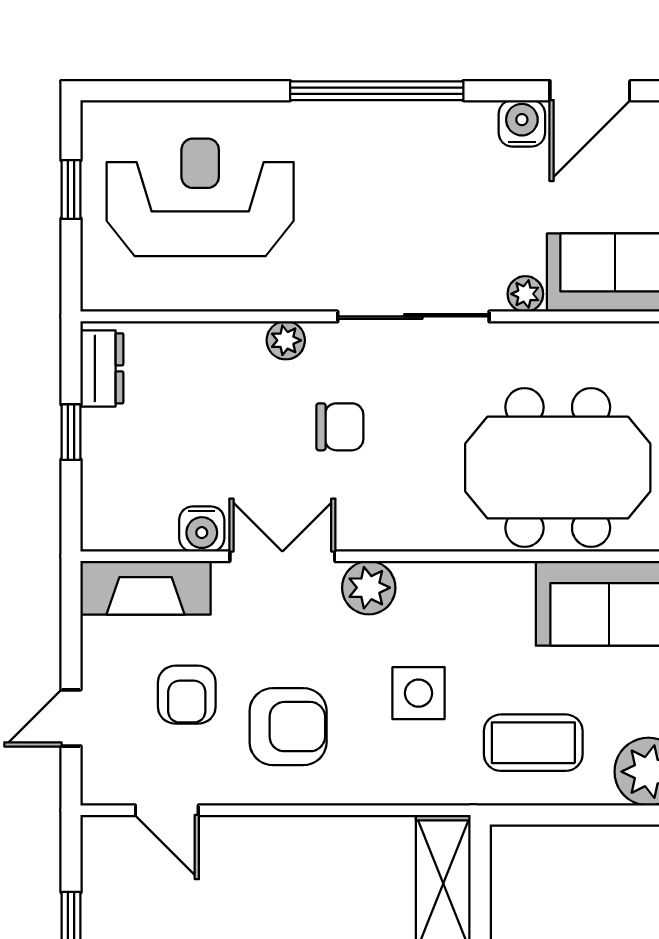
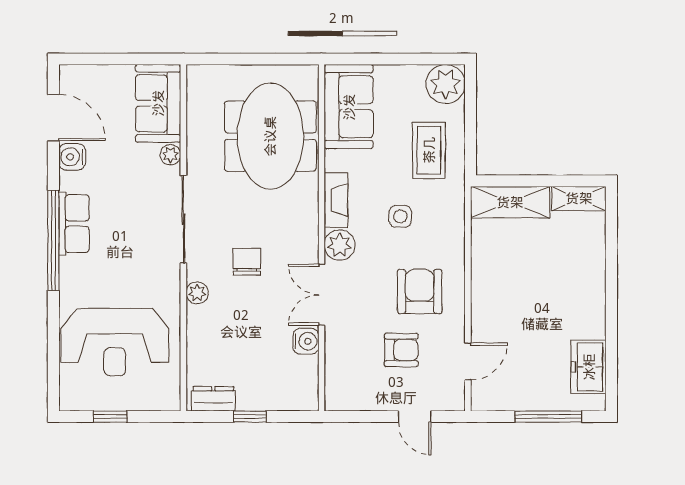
row of seats: (406, 126) -> (74, 224), added
reception desk: (200, 197) -> (115, 342), turned -90
fireplace: (146, 588) -> (336, 200), moved, width x0.73, depth x0.76
side table: (419, 693) -> (400, 216), width x0.73, depth x0.73

